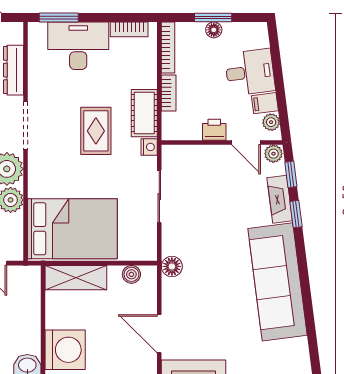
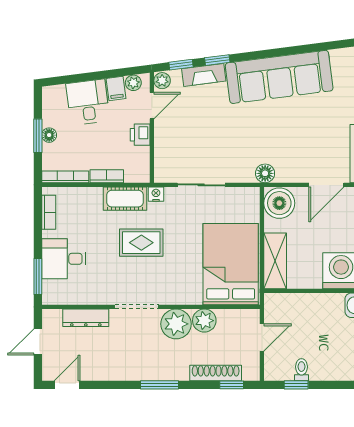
desk: (78, 46) -> (64, 259), width x0.73
boiler: (131, 274) -> (279, 203), width x1.86, depth x1.86

